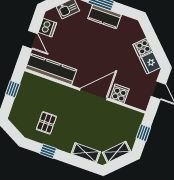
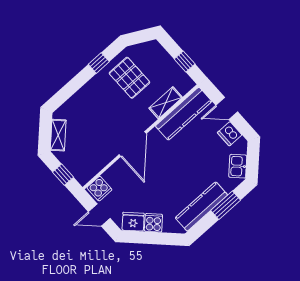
kitchen counter: (105, 17) -> (201, 206), width x1.50
cooker: (120, 94) -> (99, 189), moved
pallet: (46, 123) -> (129, 78), width x1.50, depth x1.42
shelving: (86, 153) -> (166, 103), moved

